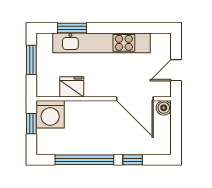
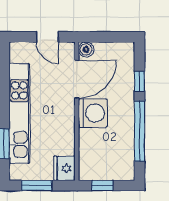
fridge: (72, 87) -> (65, 168), moved
washing machine: (50, 114) -> (93, 113), moved

